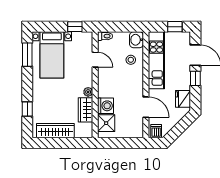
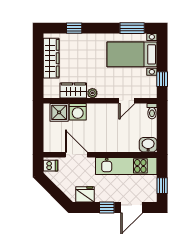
stool: (131, 60) -> (127, 139), removed
door: (146, 107) -> (76, 155), swing flipped

